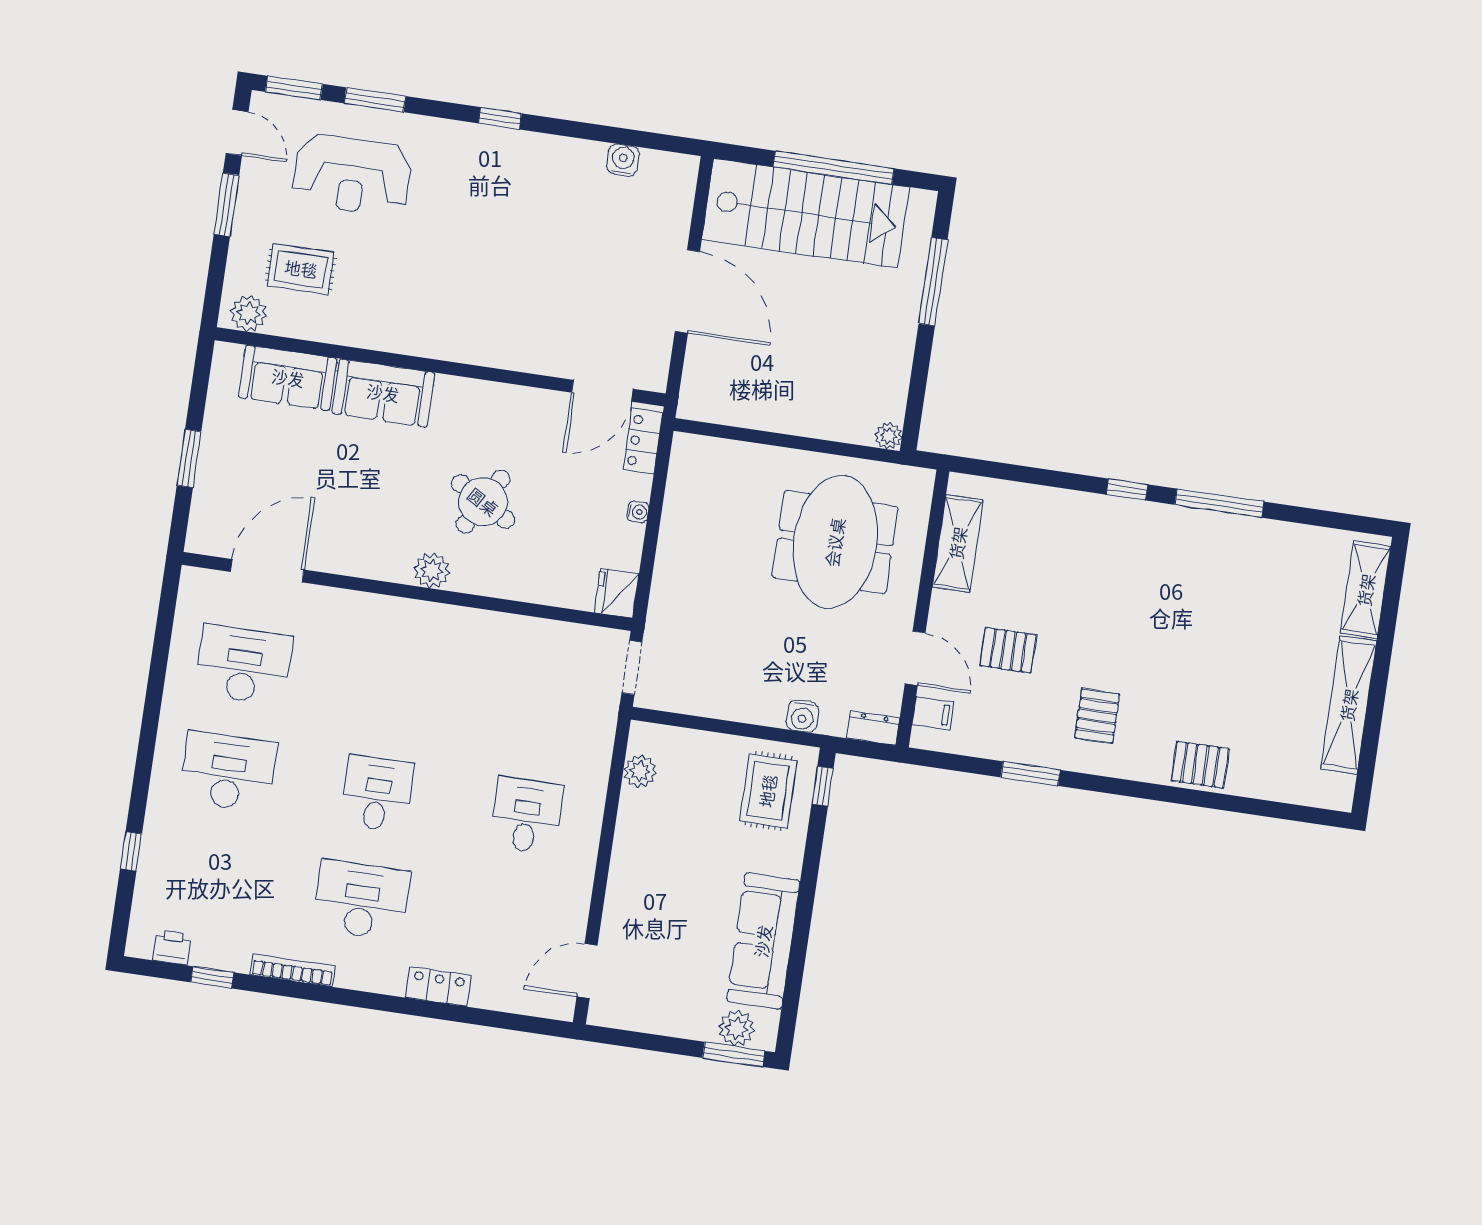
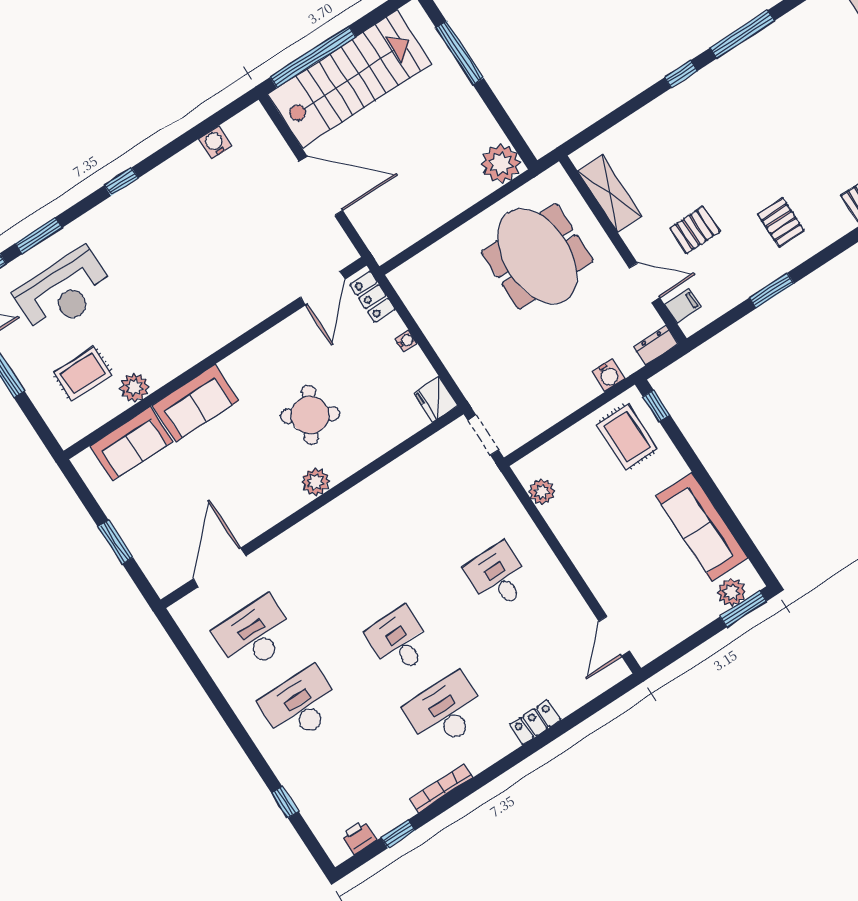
window: (834, 168) -> (313, 57), moved
plant: (248, 313) -> (135, 387), moved
plant: (889, 436) -> (501, 164), width x1.87, depth x1.87

